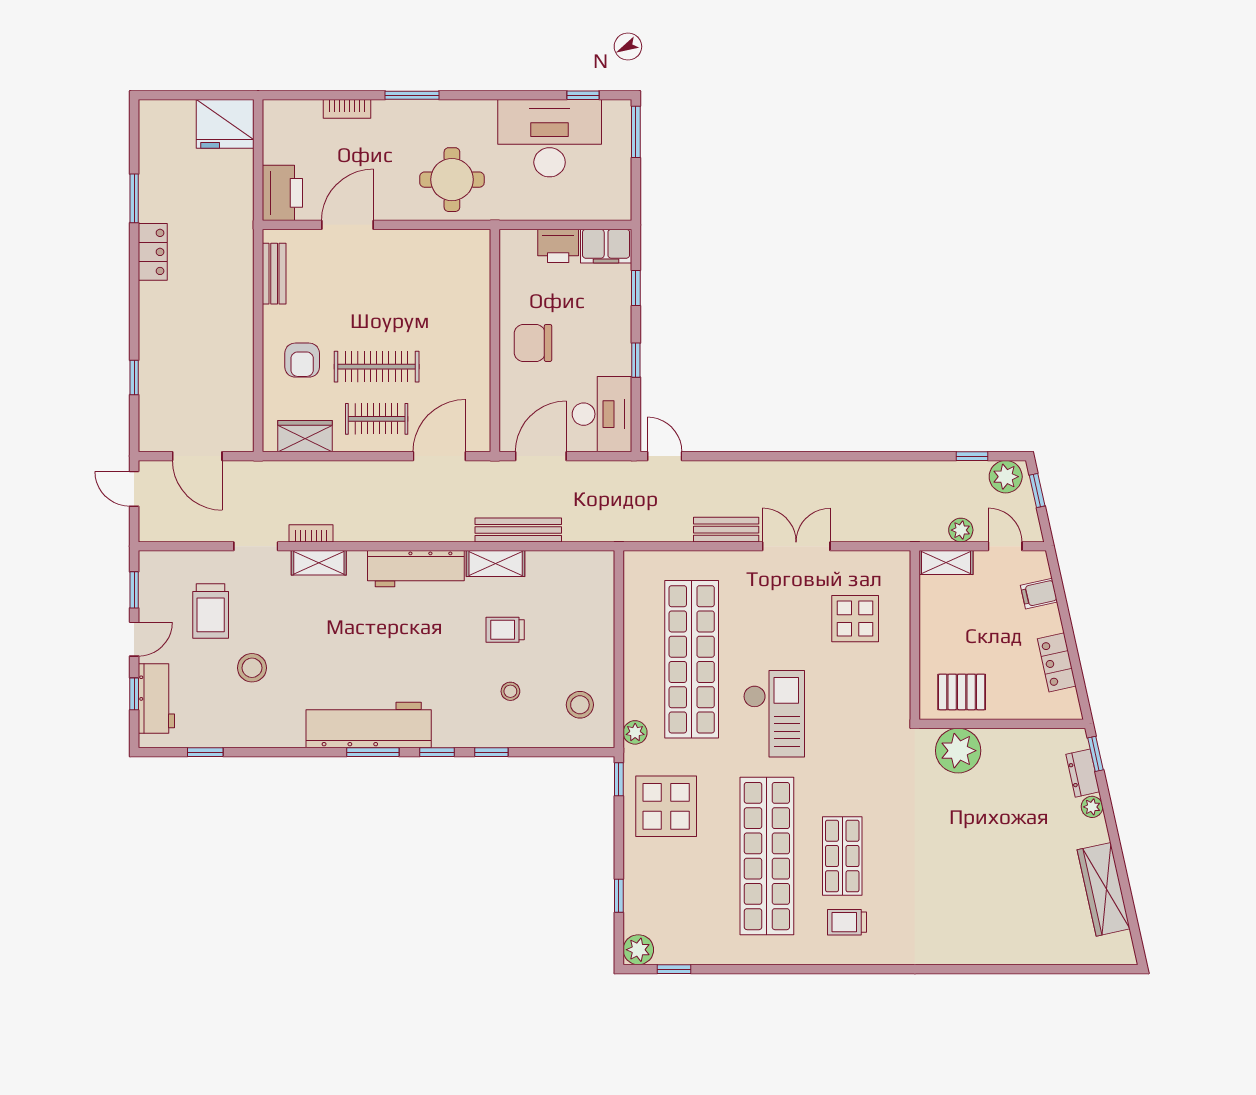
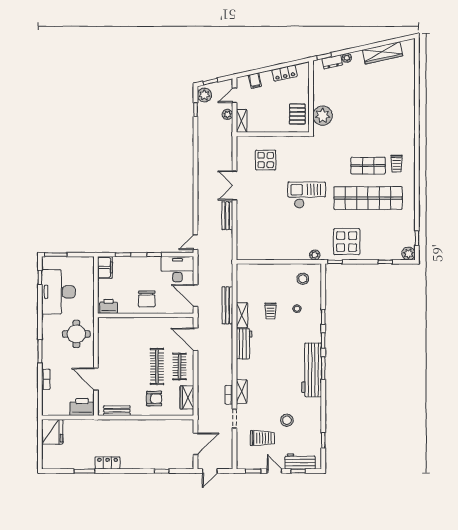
printer: (558, 246) -> (109, 306), moved, turned -90
workbench: (416, 569) -> (244, 344), width x0.73
shop shelf: (692, 659) -> (283, 231), removed

